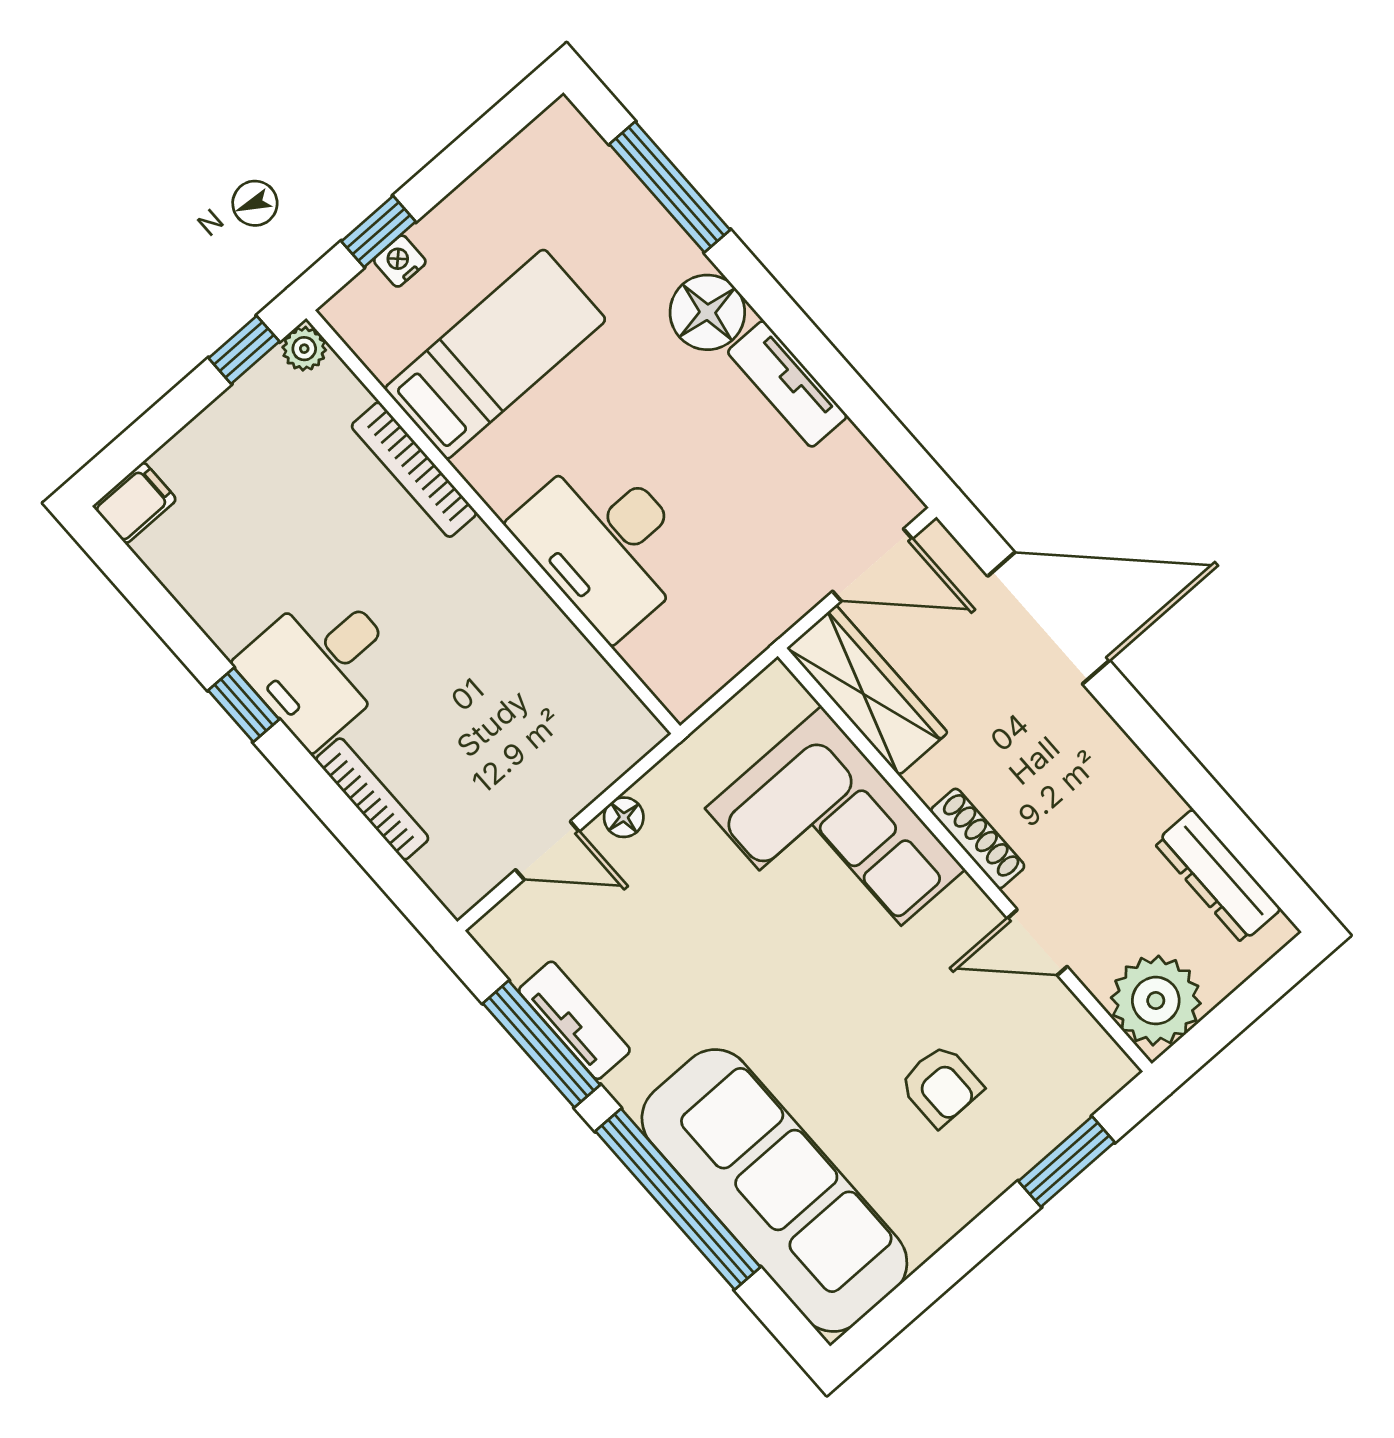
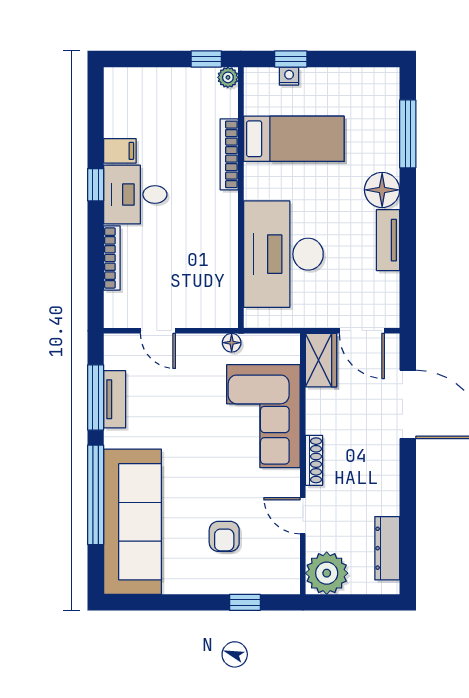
filing cabinet: (135, 503) -> (120, 151), moved
desk: (606, 543) -> (283, 254), width x1.36, depth x1.30
wardrobe: (867, 690) -> (321, 360), width x0.67
floor lamp: (624, 817) -> (232, 343), moved
window: (1066, 1162) -> (245, 602), width x0.67

